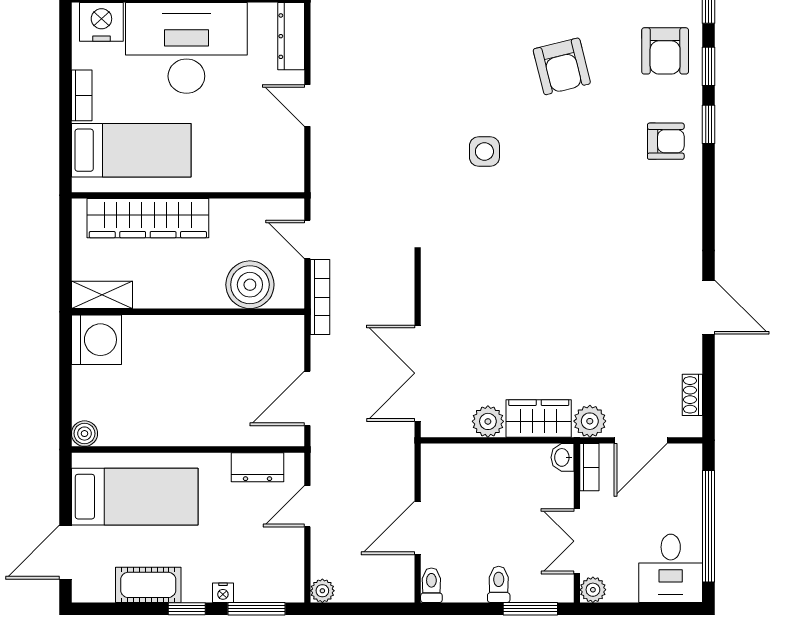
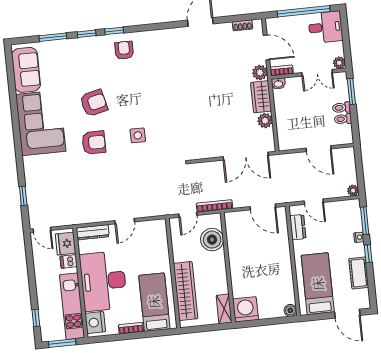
armchair: (665, 51) -> (94, 143), moved
toilet: (431, 585) -> (343, 119), moved

